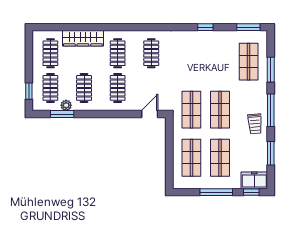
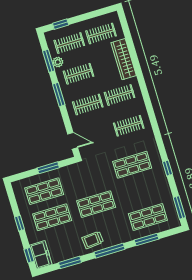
shop shelf: (191, 110) -> (132, 165), moved
window: (99, 114) -> (59, 94), added
window: (169, 147) -> (48, 168), added
window: (216, 192) -> (19, 223), width x0.46

